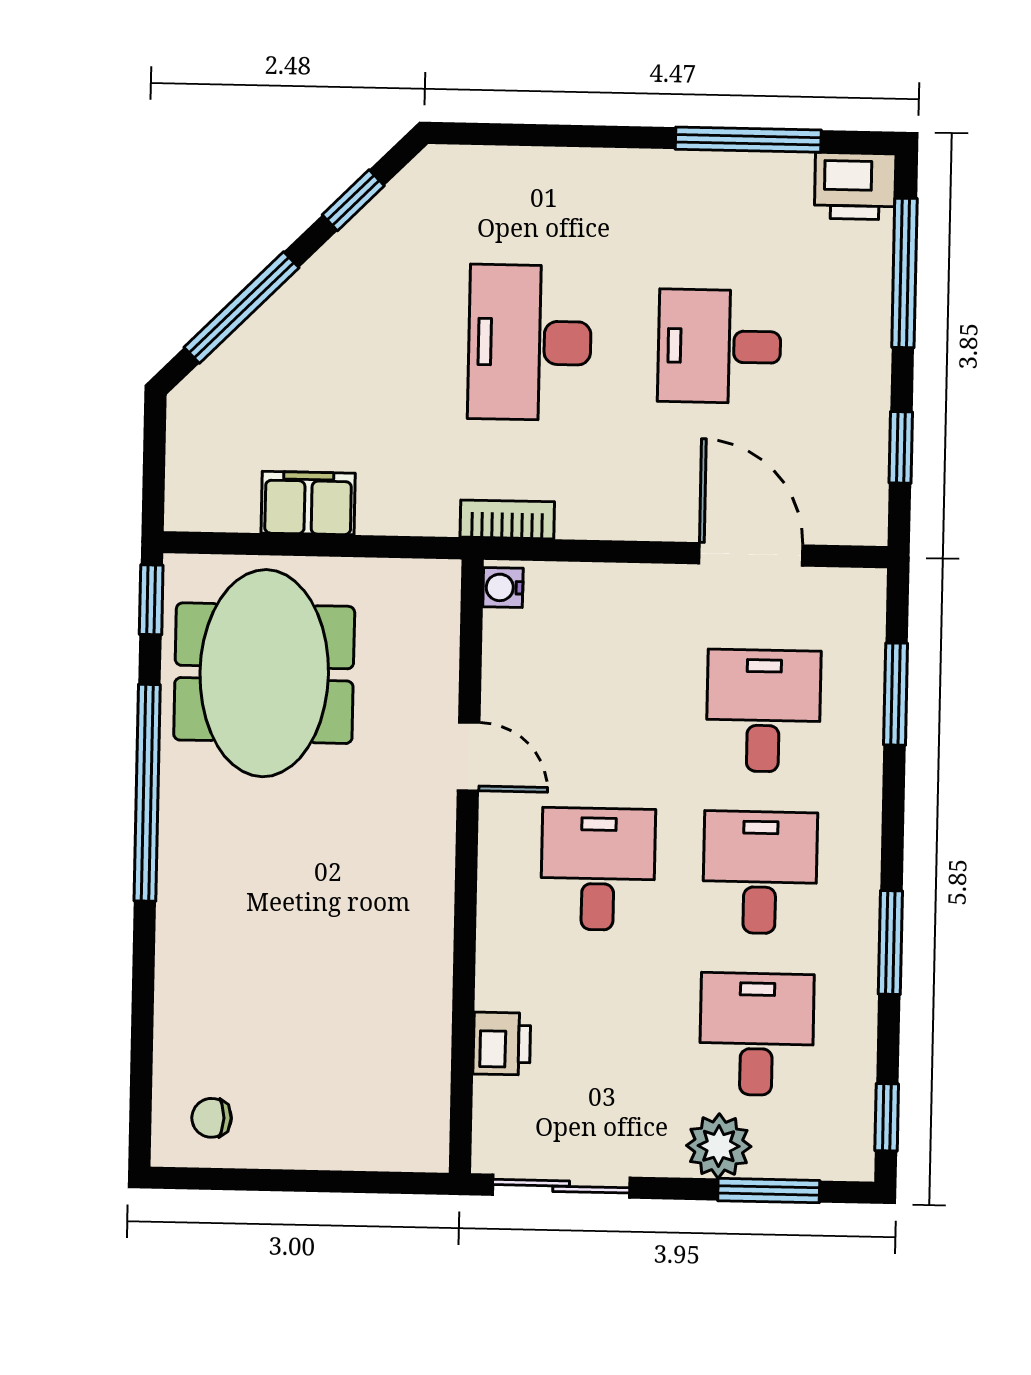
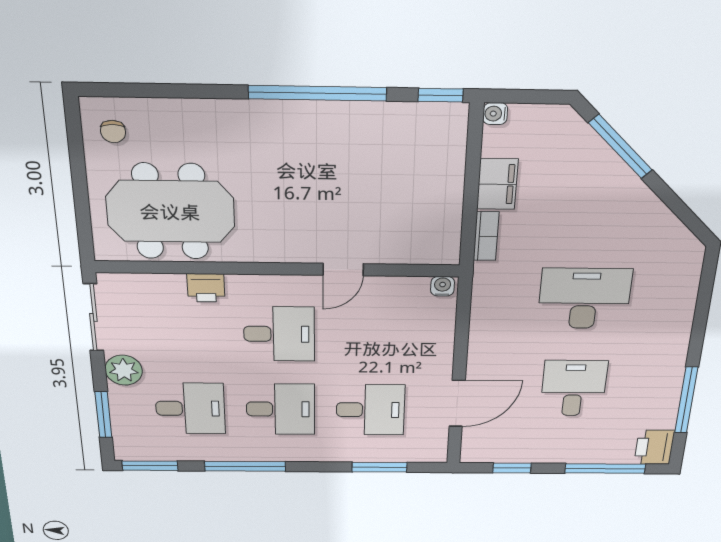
window: (353, 200) -> (678, 207), removed
water cooler: (183, 512) -> (495, 114), added
bookcase: (507, 519) -> (486, 236), moved
meeting table: (264, 673) -> (170, 212), moved
window: (890, 942) -> (245, 466), width x1.44
printer: (502, 1044) -> (206, 288), moved
window: (887, 1117) -> (150, 466), width x1.50
chair: (212, 1118) -> (113, 132), turned 180
plant: (719, 1146) -> (124, 370), moved

